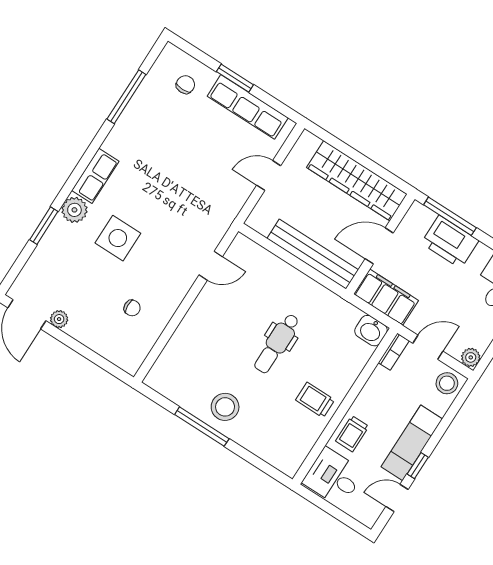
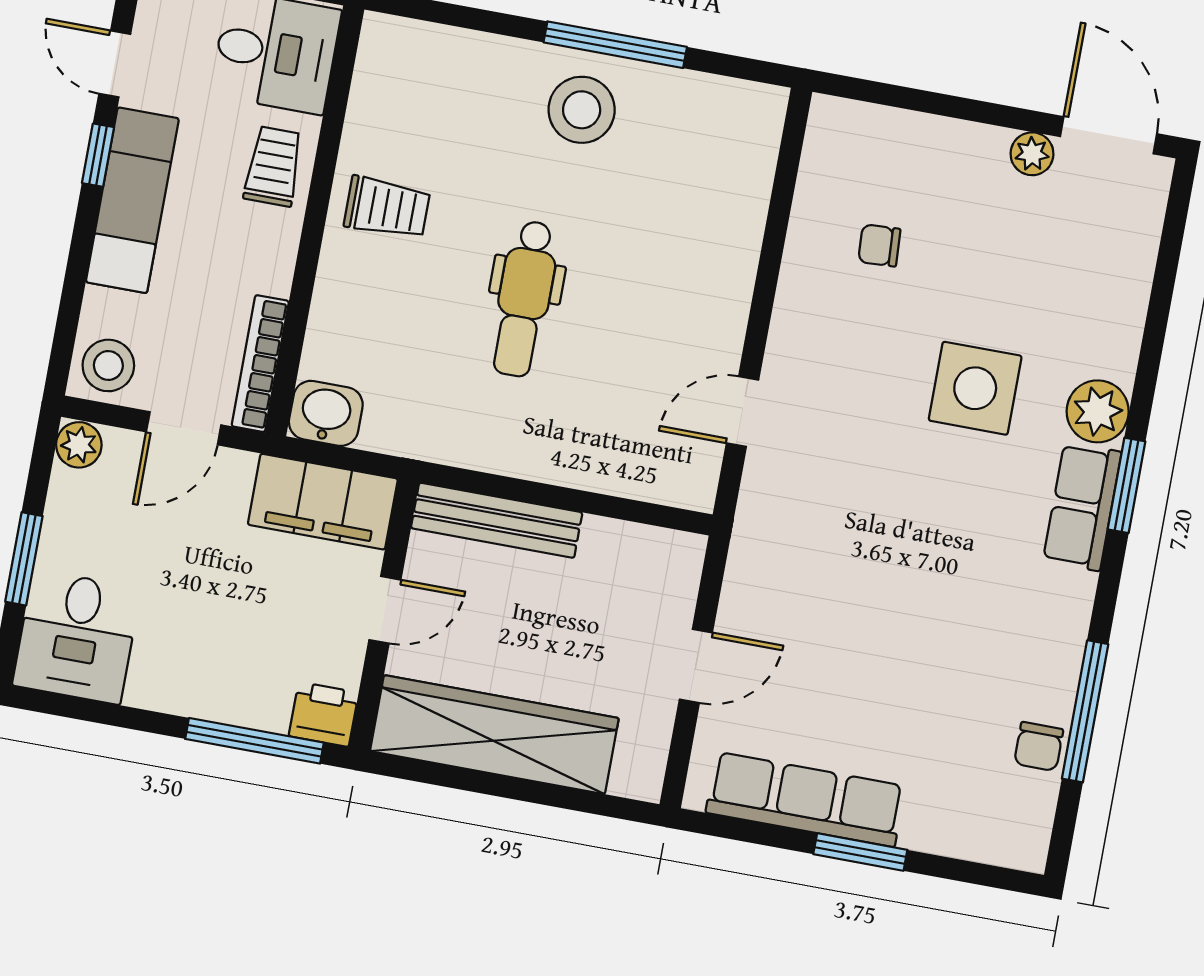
chair: (185, 85) -> (1039, 746), moved
window: (44, 226) -> (1127, 485), moved
printer: (450, 242) -> (324, 714), moved, width x0.53, depth x0.68
door: (379, 246) -> (385, 610), width x0.73
bench: (313, 254) -> (497, 520), width x0.73, depth x0.82
dental chair: (277, 343) -> (524, 299), turned 180
bookcase: (394, 352) -> (260, 364), width x1.56
door: (397, 498) -> (115, 64), swing flipped

